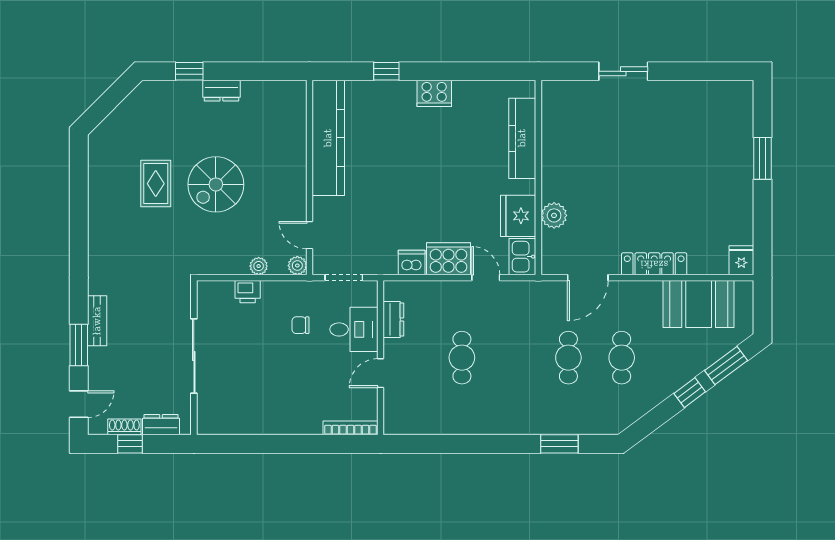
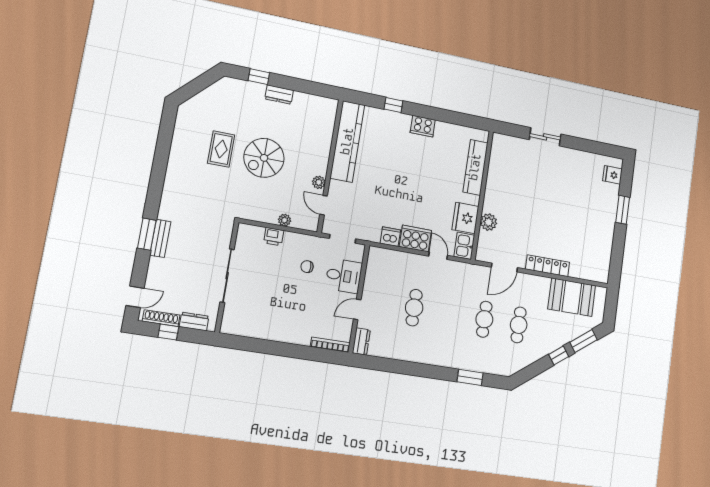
fridge: (741, 260) -> (613, 175), moved, turned -90
plant: (297, 266) -> (319, 182), moved
dresser: (393, 319) -> (361, 341), moved
window: (79, 345) -> (147, 234), moved
shoe rack: (124, 427) -> (161, 318), width x1.43

